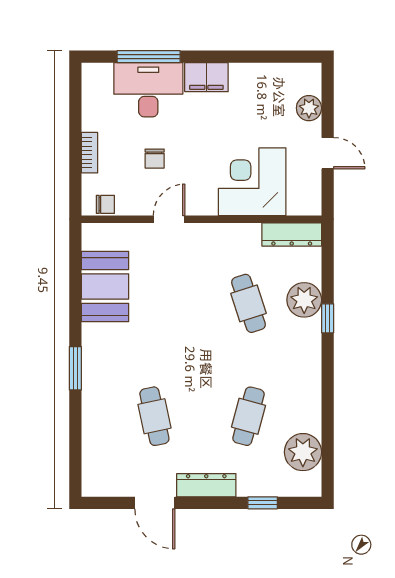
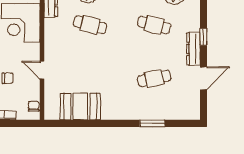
cafe table: (249, 303) -> (90, 25), turned 33
window: (75, 368) -> (152, 123), moved
window: (263, 503) -> (203, 37), moved

